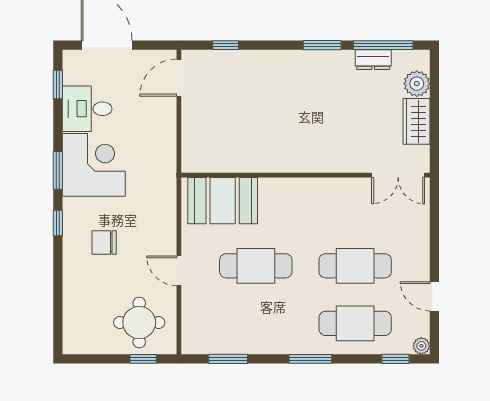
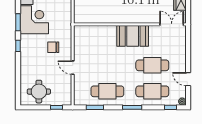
double door: (398, 175) -> (172, 24), swing flipped
booth: (223, 201) -> (133, 36), moved
chair: (104, 243) -> (53, 47), moved
cafe table: (256, 266) -> (107, 91), moved
round table: (139, 323) -> (39, 92), moved

